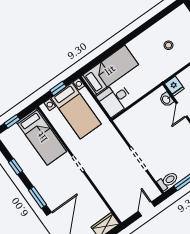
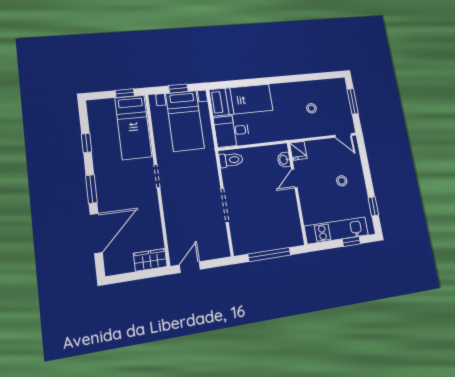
window: (12, 121) -> (125, 93), moved
toilet: (168, 181) -> (231, 160), moved
door: (146, 209) -> (190, 267), moved

